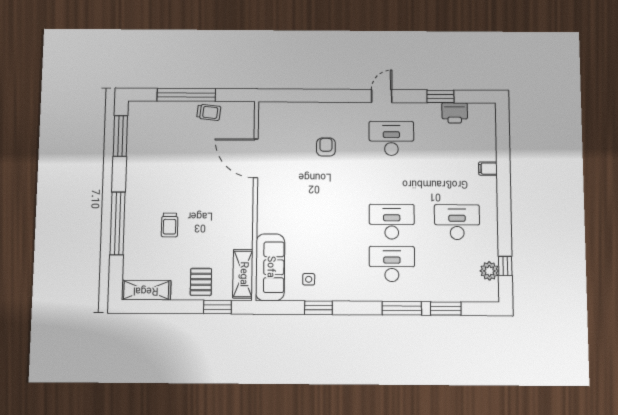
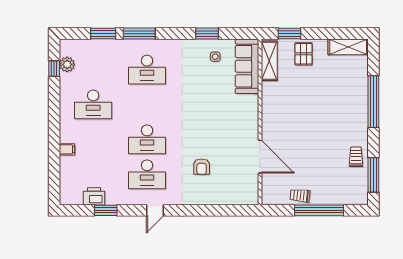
desk: (392, 222) -> (147, 139), moved
trolley: (170, 225) -> (356, 157), moved

